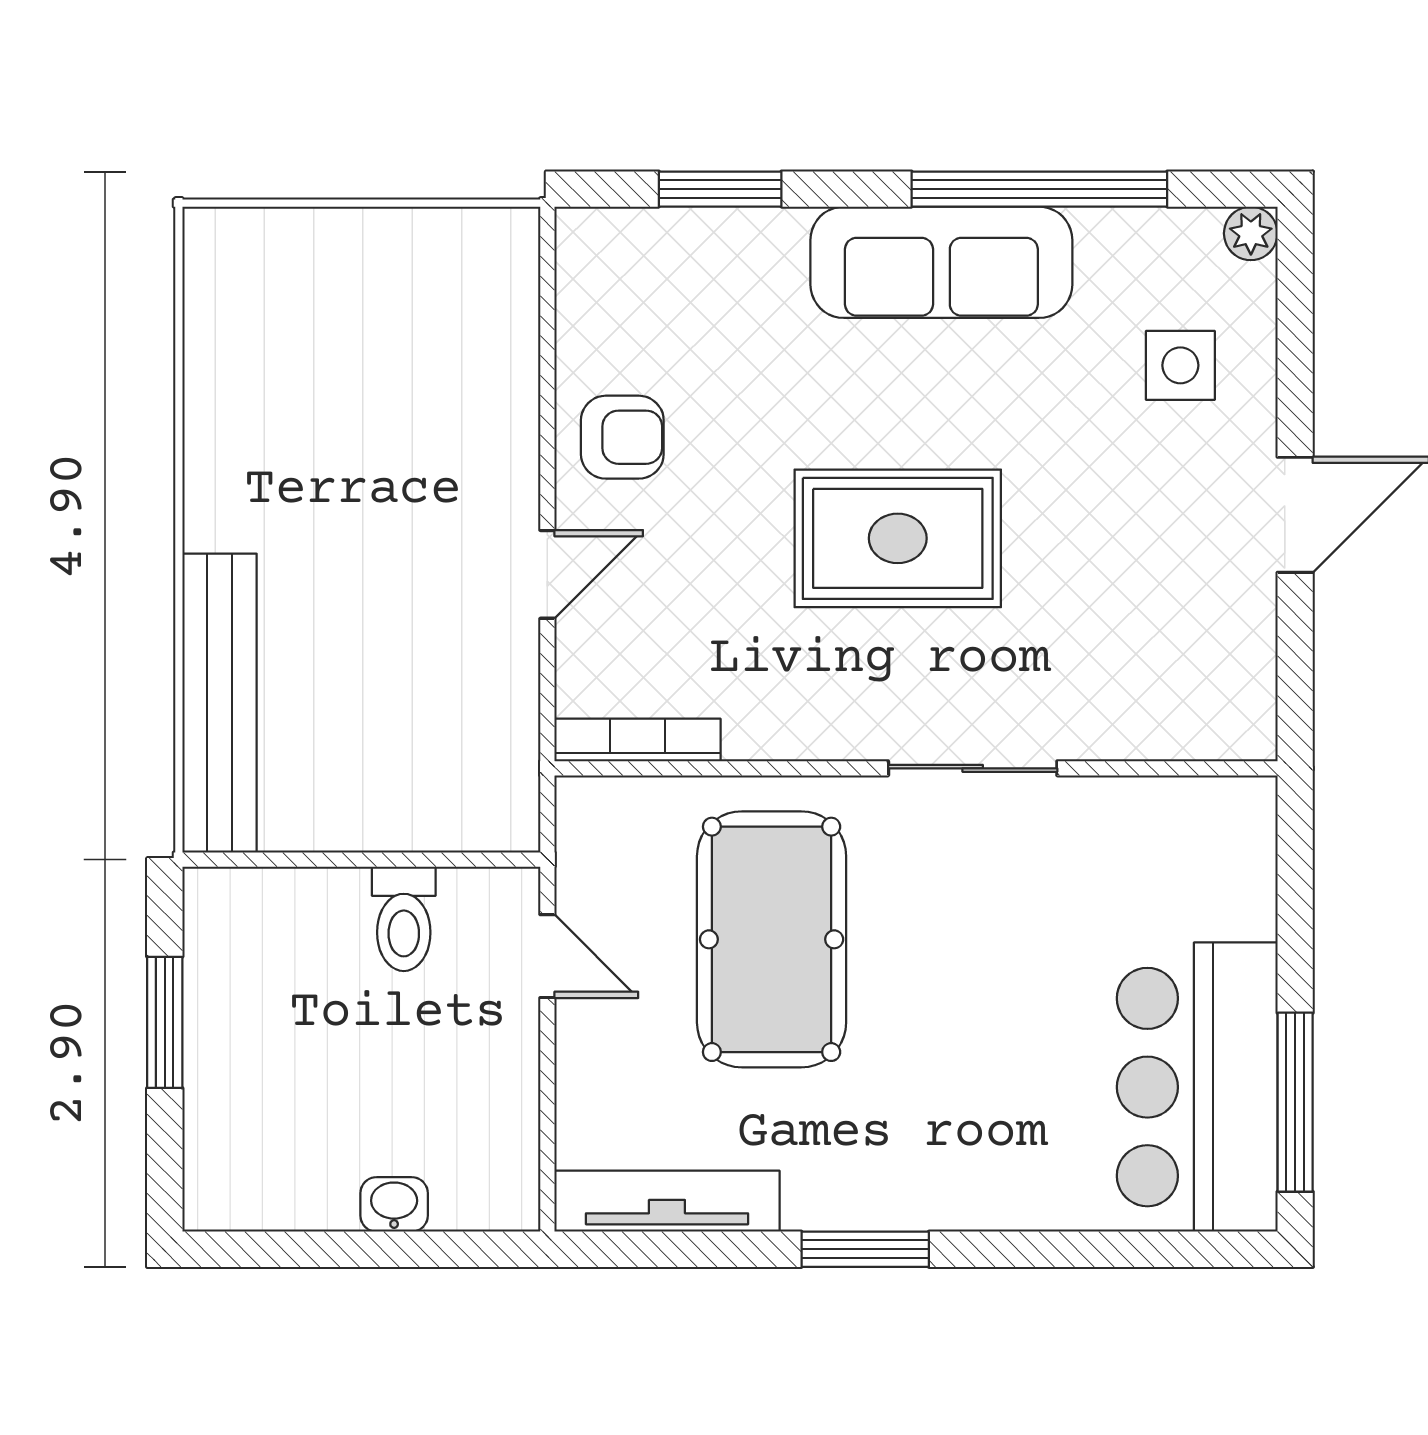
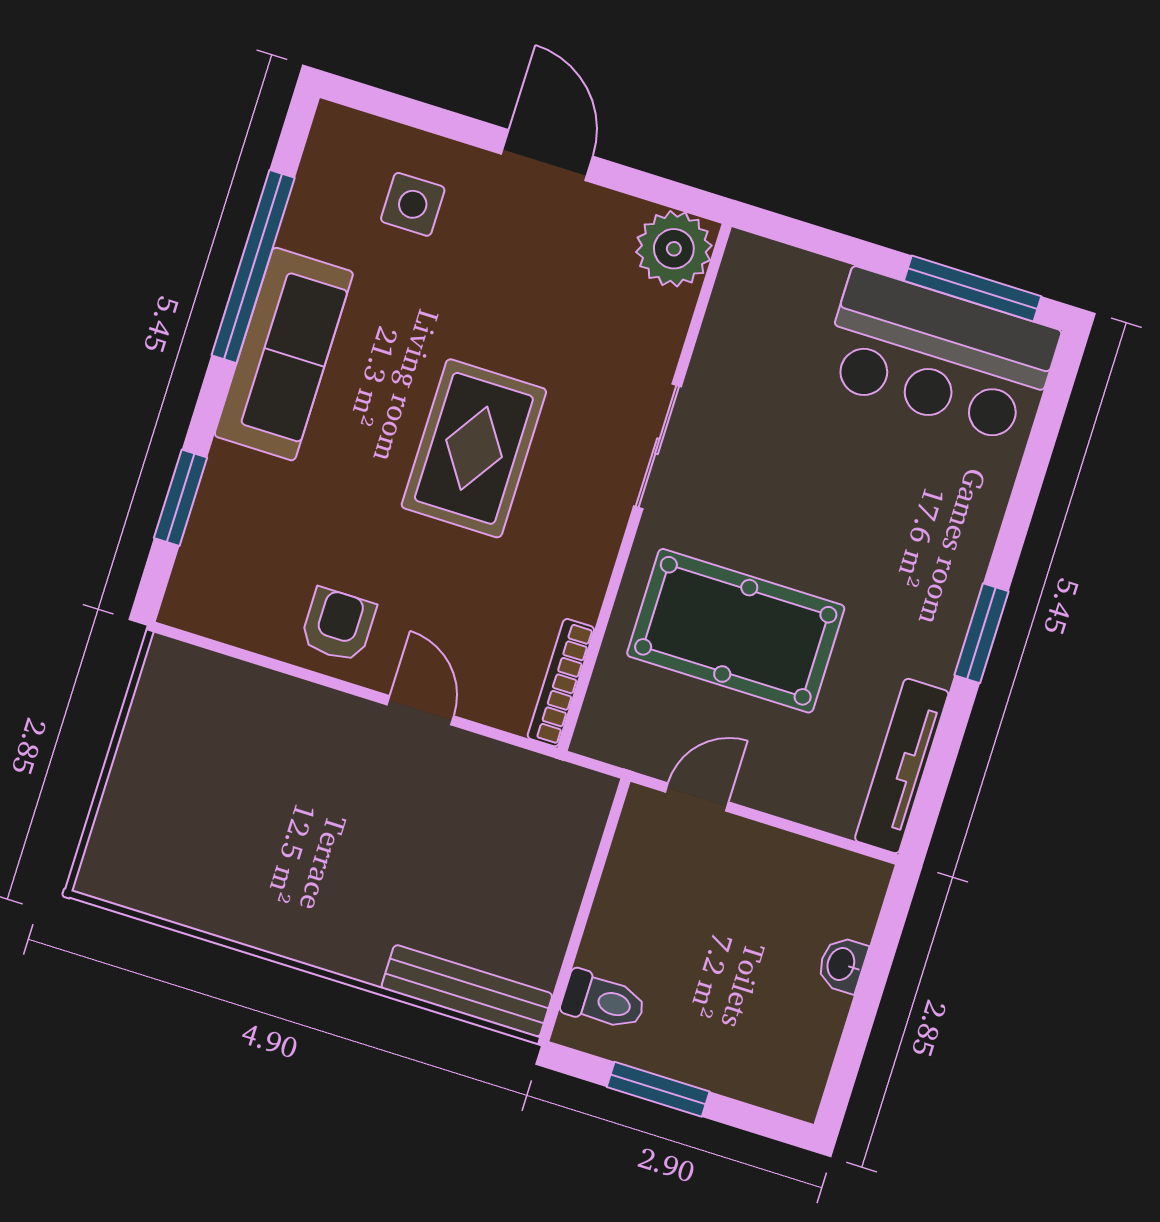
plant: (1251, 233) -> (674, 249), moved, width x1.88, depth x1.88
bench: (219, 703) -> (467, 991), width x0.73, depth x0.82
toilet: (404, 919) -> (604, 1001), moved

